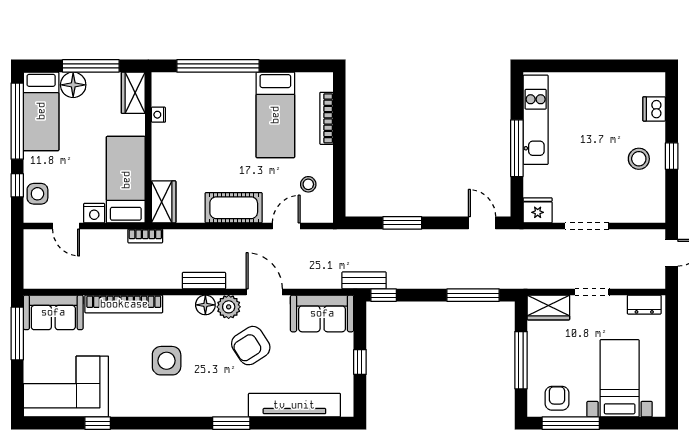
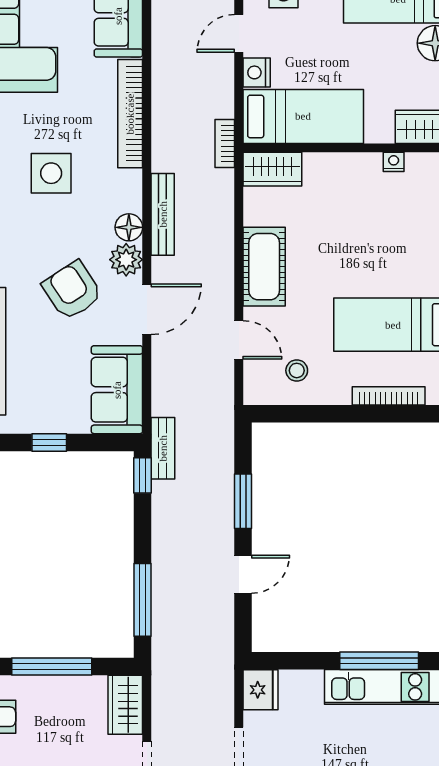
window: (517, 148) -> (379, 661), moved
door: (482, 223) -> (243, 574), moved
bench: (204, 281) -> (163, 214), width x1.36

